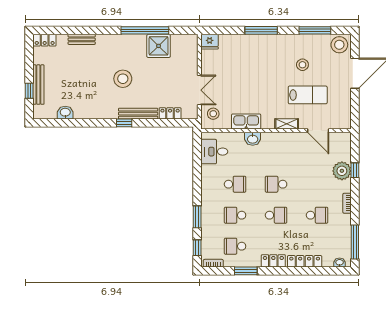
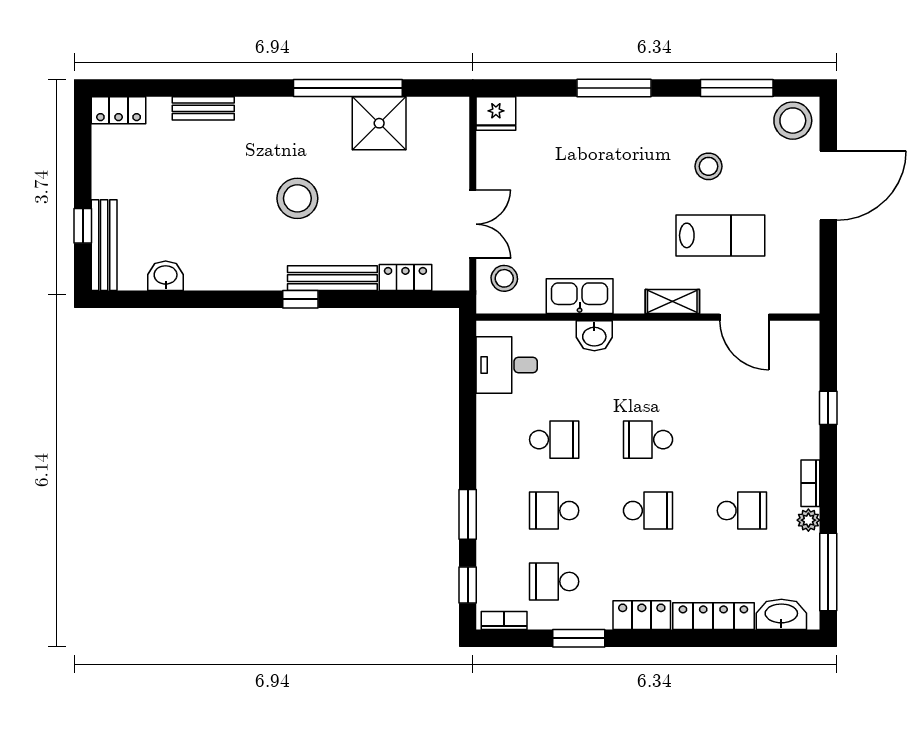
bench: (38, 85) -> (104, 245), moved
plant: (342, 171) -> (808, 520), moved, width x0.53, depth x0.53
washbasin: (340, 263) -> (781, 614), width x1.91, depth x1.45

